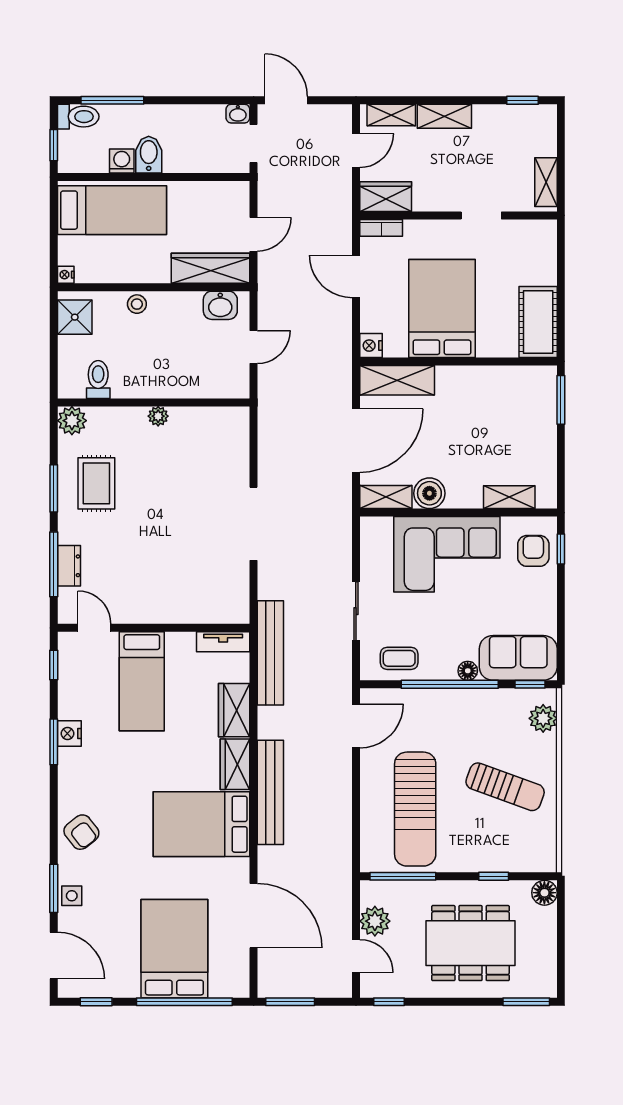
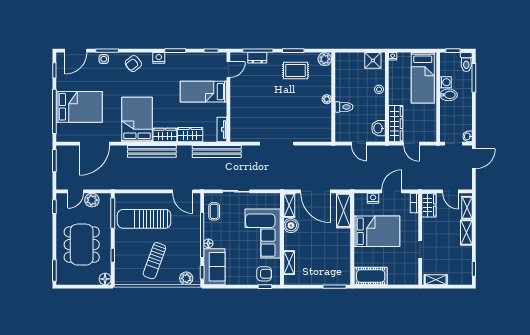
nightstand: (371, 346) -> (373, 198), moved
toilet: (98, 379) -> (344, 107), moved
nightstand: (69, 733) -> (159, 58), moved

